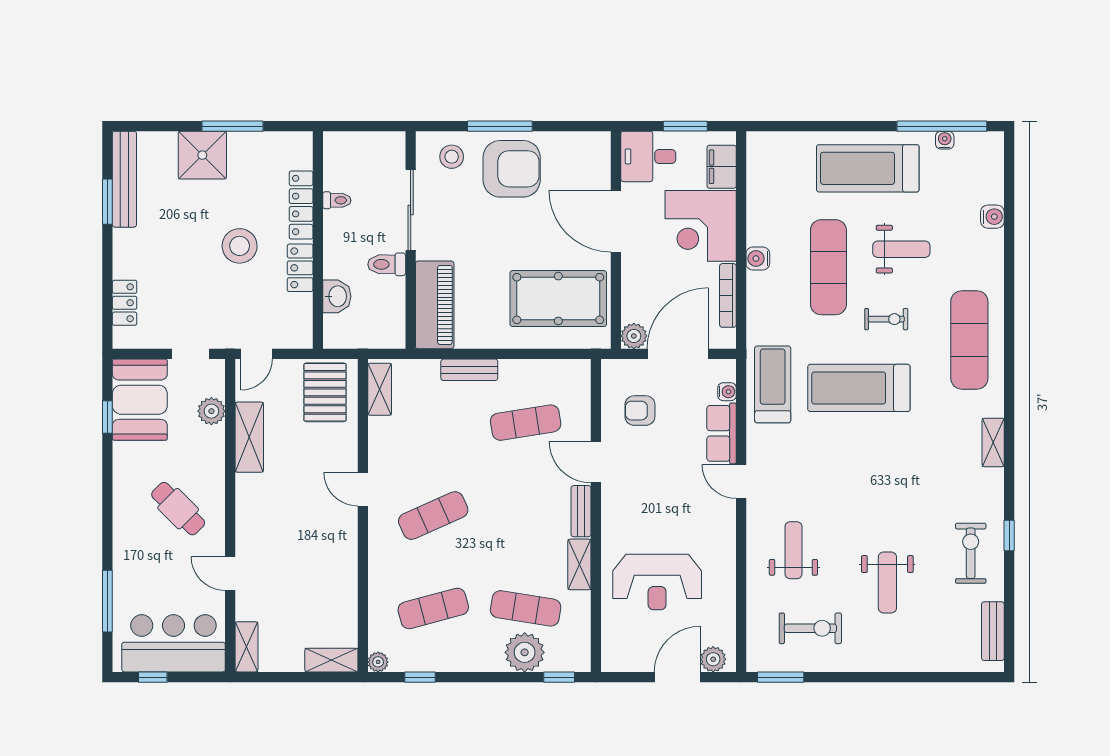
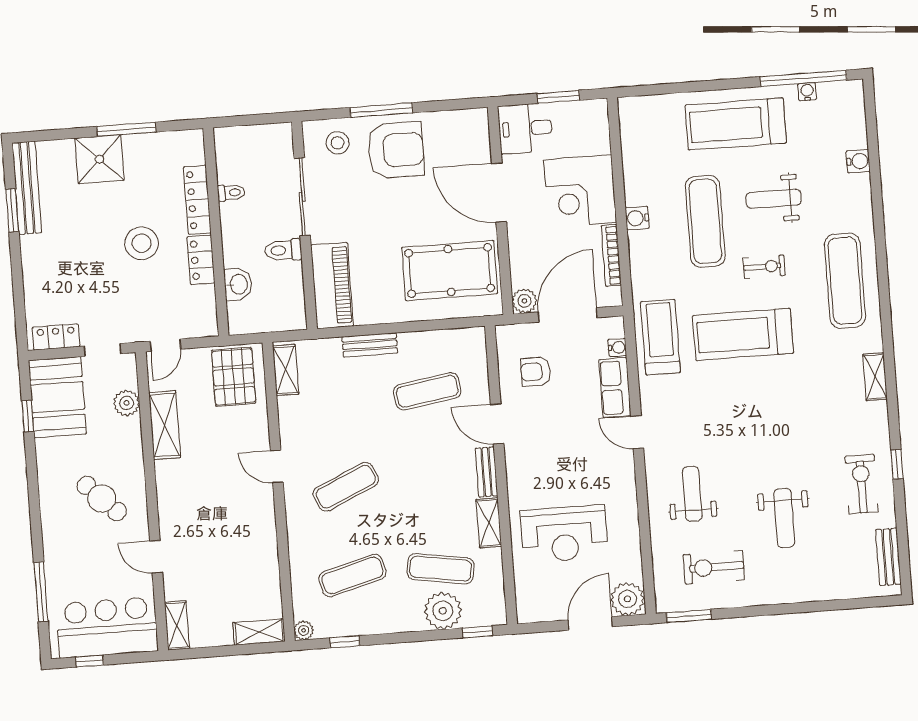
filing cabinet: (722, 167) -> (596, 133), removed
weight bench: (901, 249) -> (774, 199), turned 180
locker: (125, 303) -> (56, 337), moved, turned -90
exercise bike: (810, 628) -> (714, 567), turned 180
plant: (713, 659) -> (627, 599), width x1.36, depth x1.36

